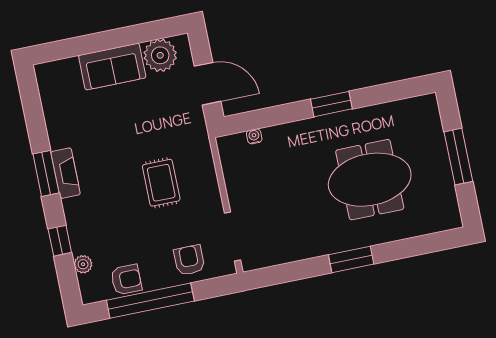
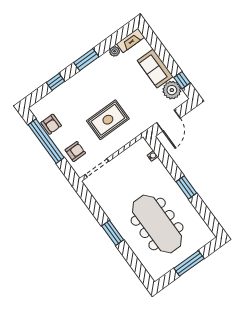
window: (151, 31) -> (182, 80), added
fireplace: (66, 173) -> (131, 40), moved
meeting table: (370, 180) -> (157, 224), width x1.36
rug: (161, 183) -> (108, 120), width x1.36, depth x1.43
plant: (83, 264) -> (115, 51), moved

